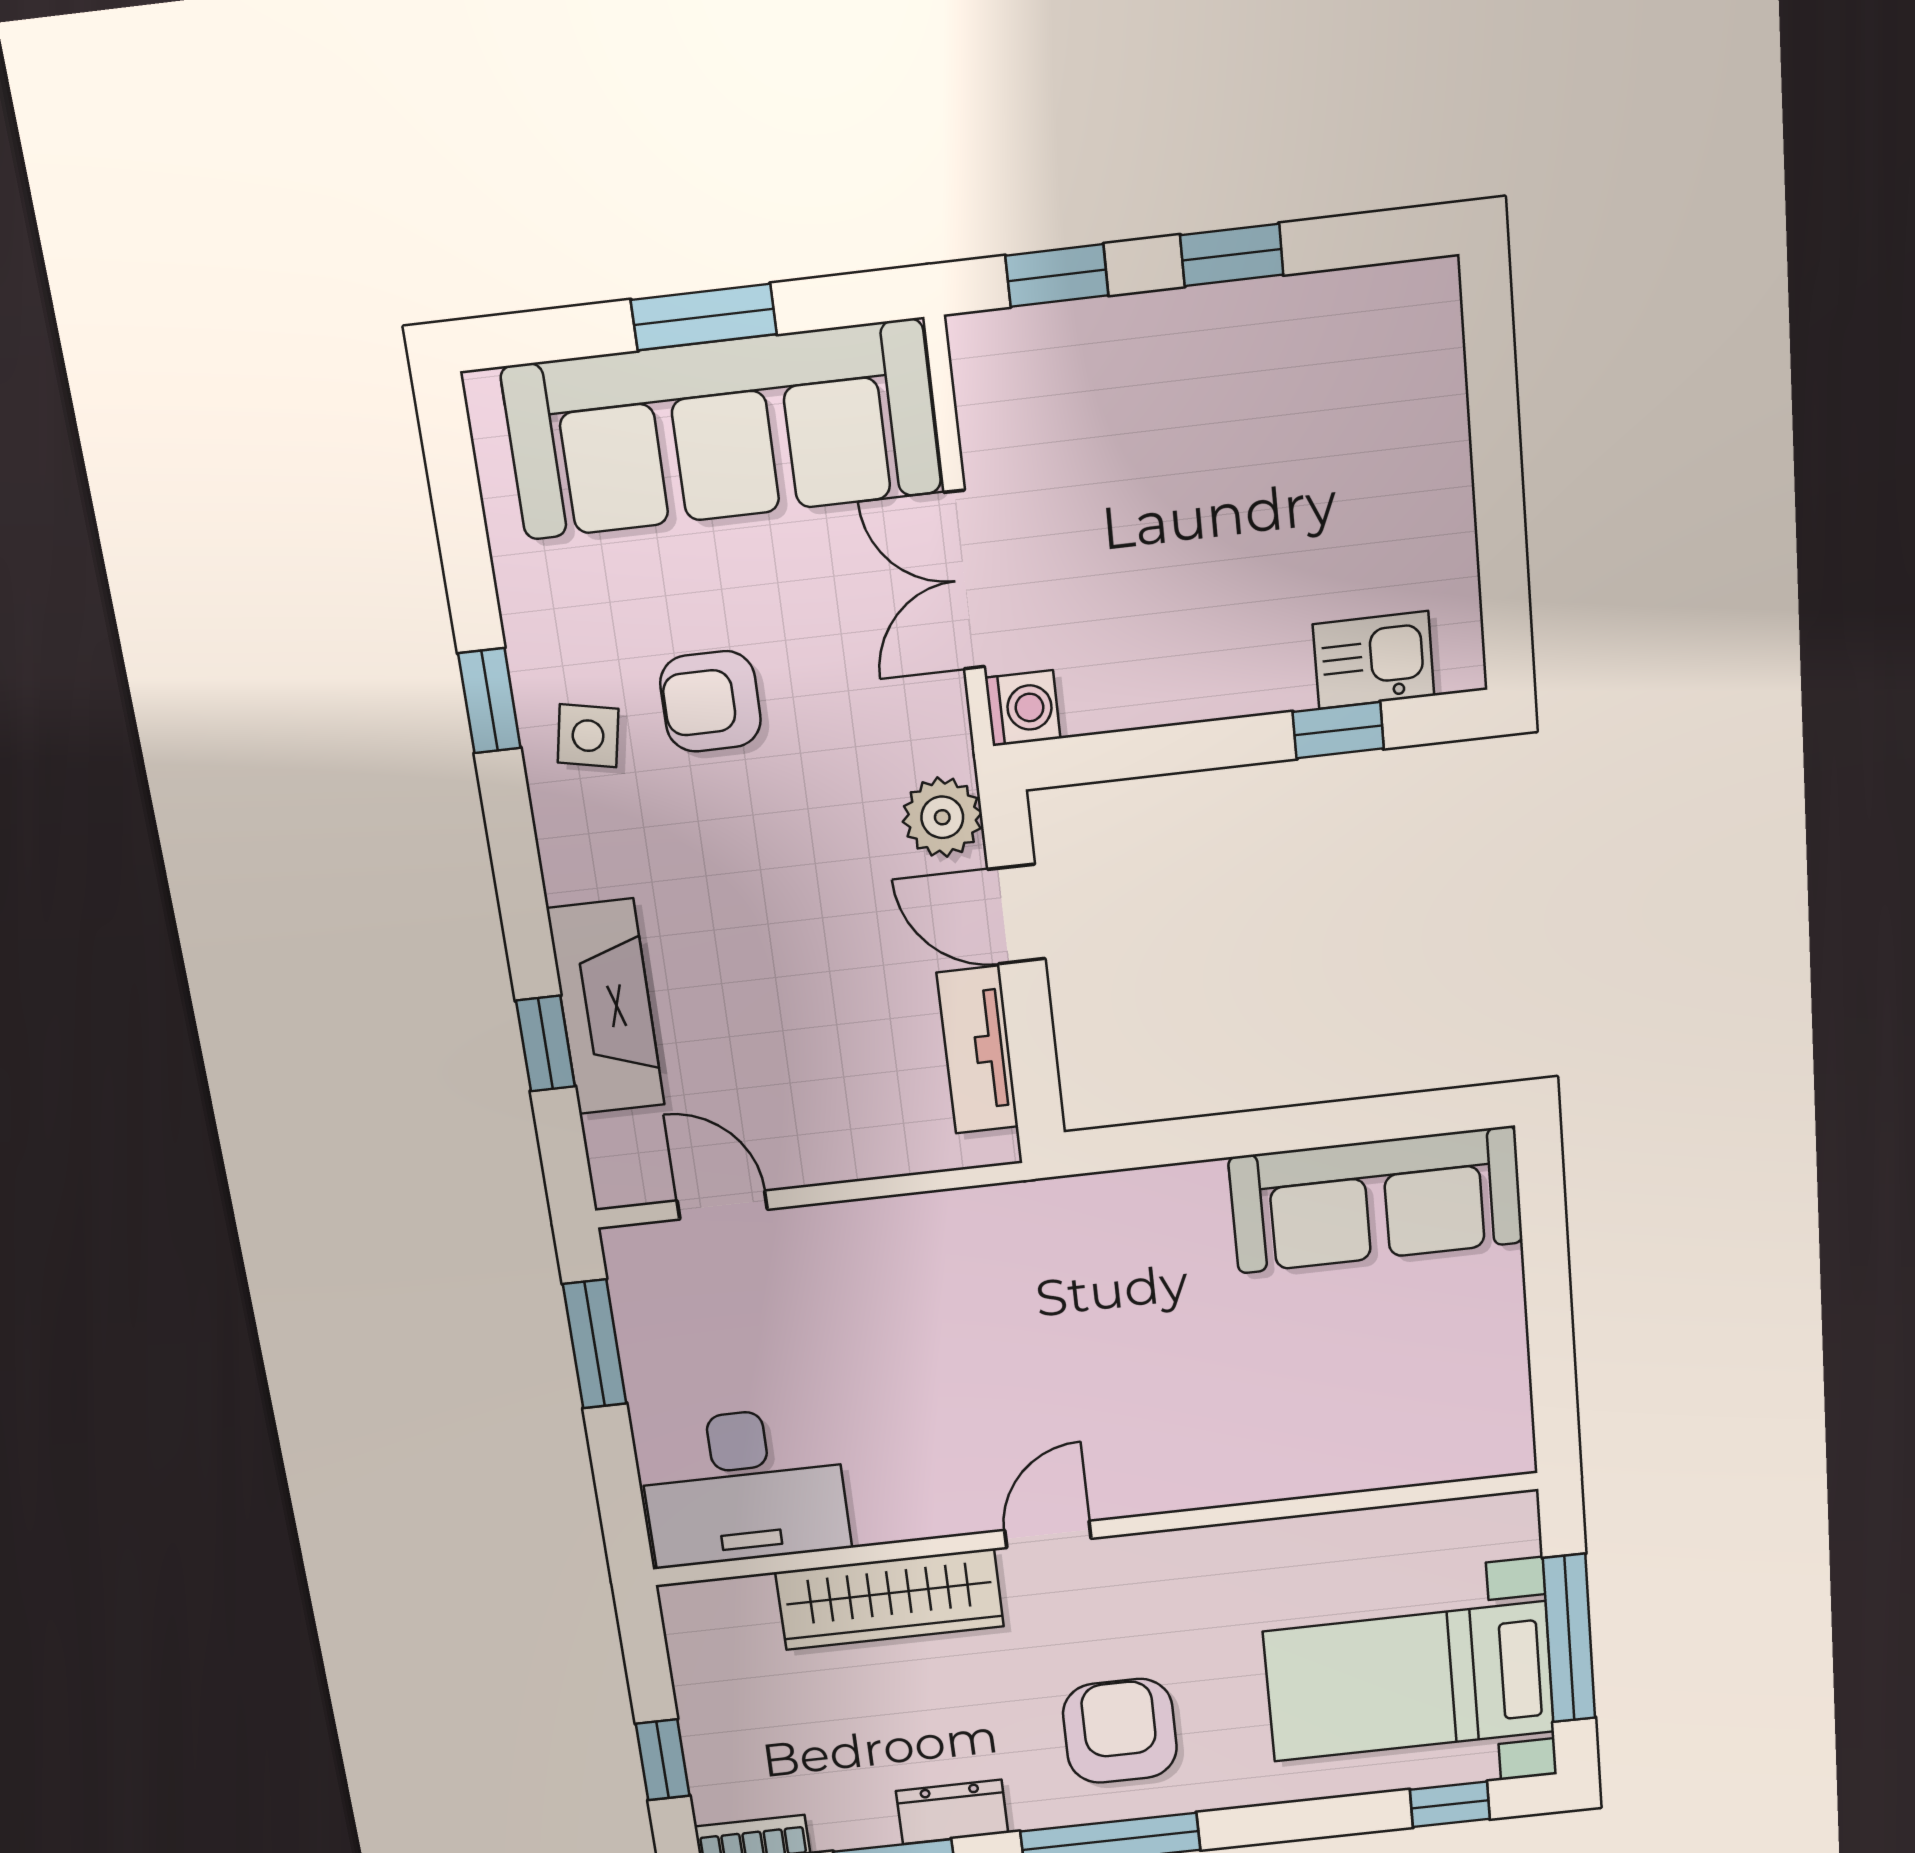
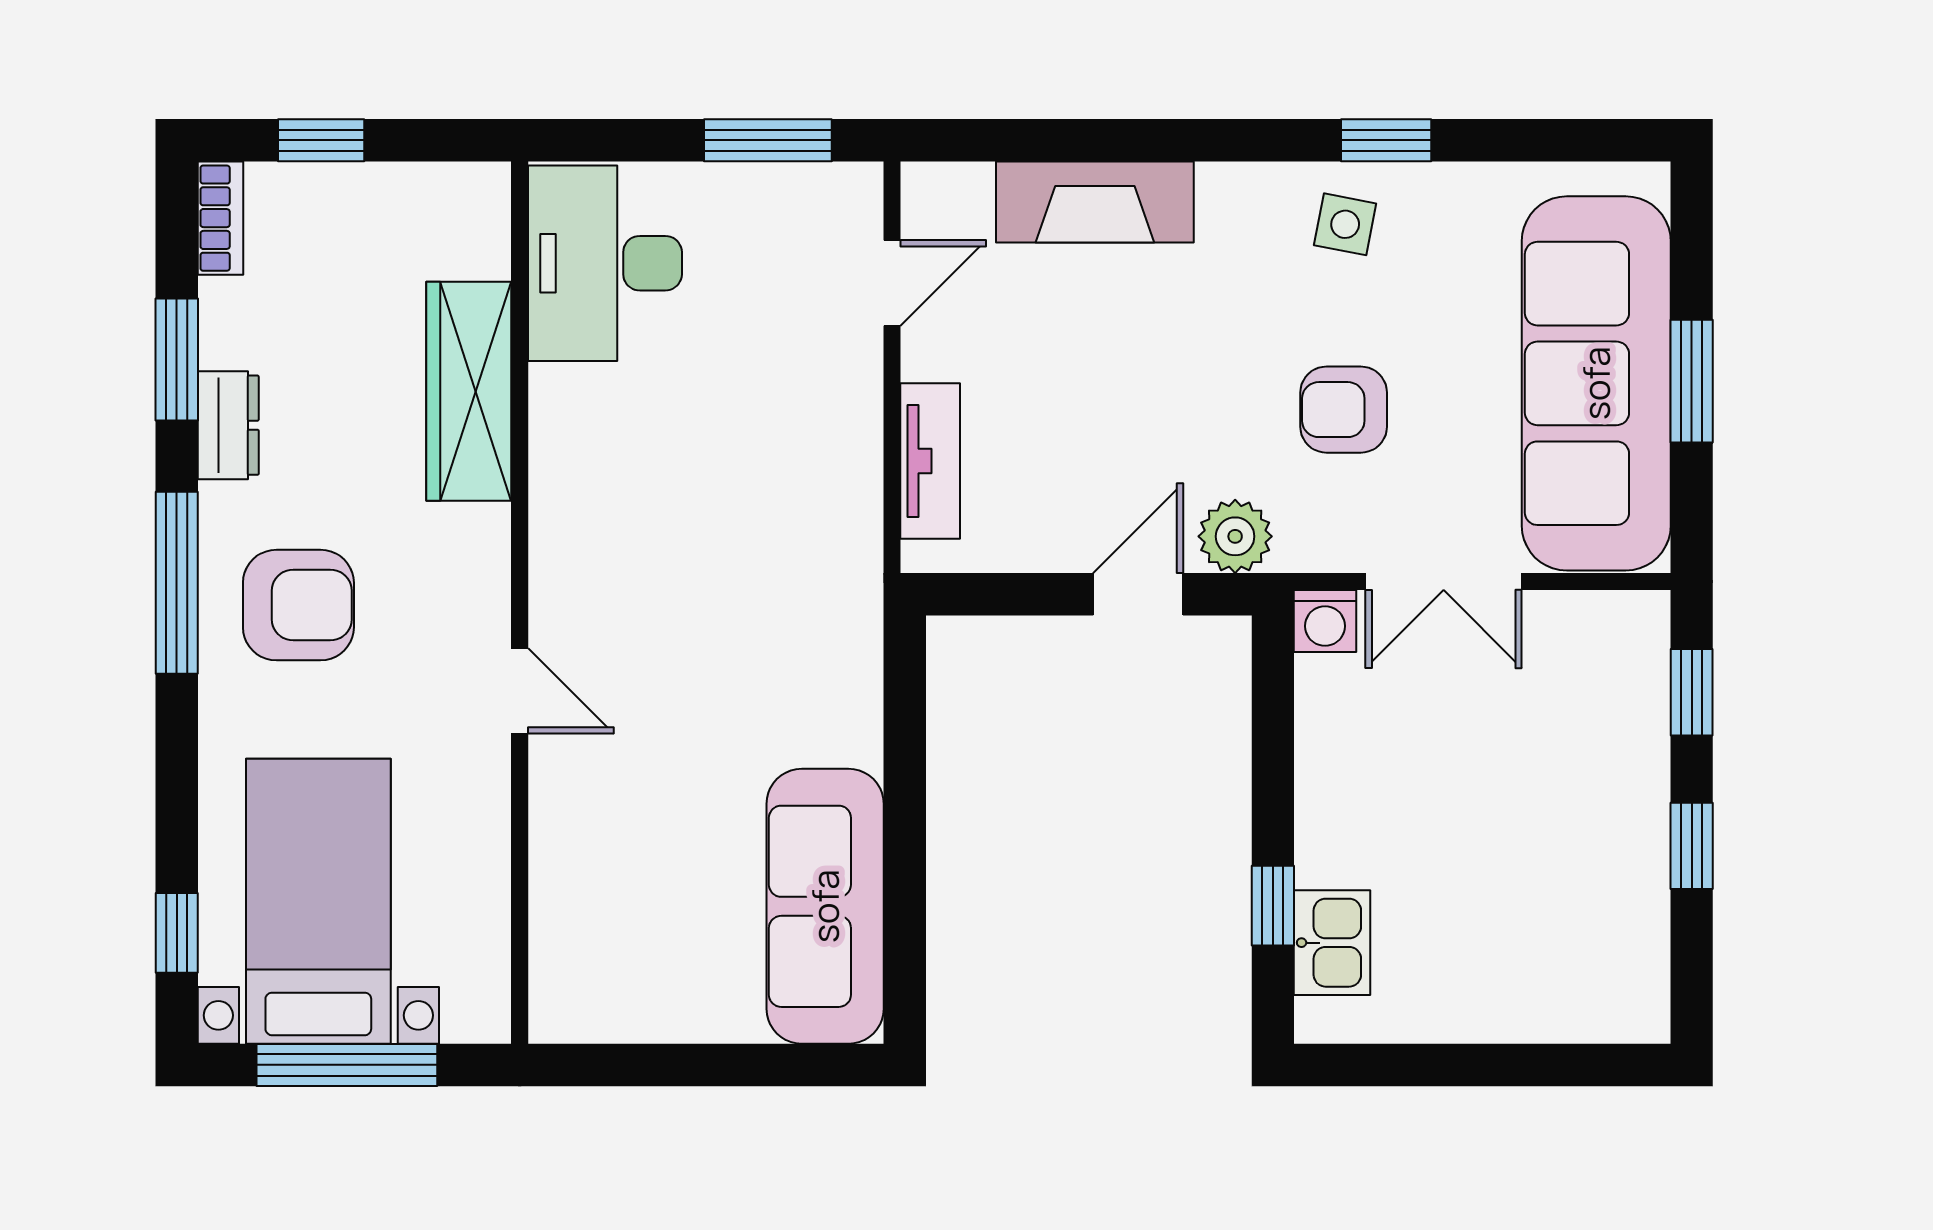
double door: (964, 580) -> (1444, 582), swing flipped
armchair: (711, 701) -> (1344, 410), moved, turned -90
window: (546, 1044) -> (1067, 140), removed
tv unit: (978, 1050) -> (930, 461), moved, turned 90
door: (1048, 1534) -> (520, 691), moved

